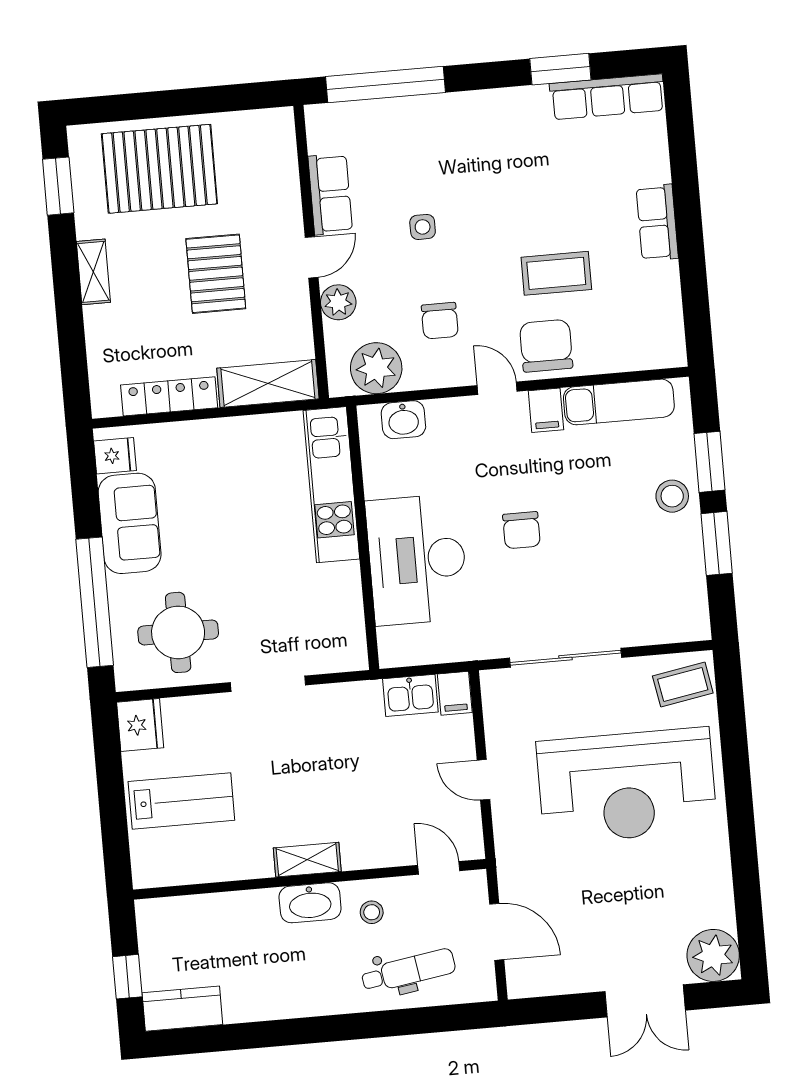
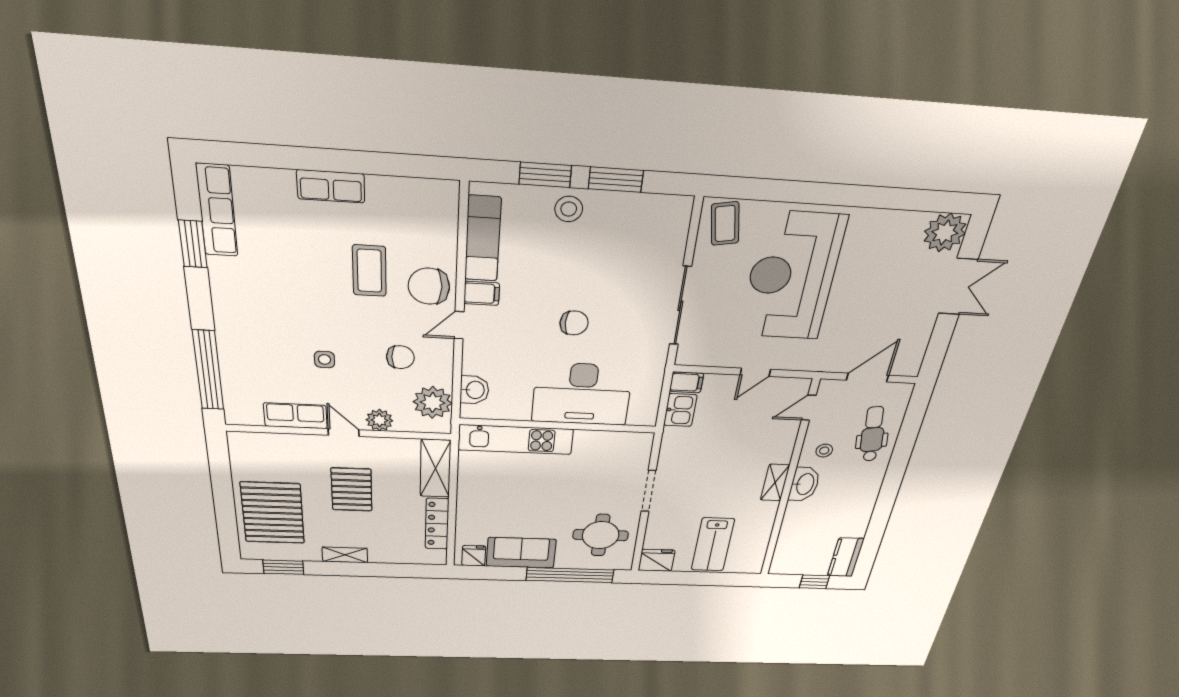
pallet: (216, 274) -> (352, 490), turned 90
reception desk: (627, 786) -> (792, 276), turned 180
lab bench: (181, 801) -> (713, 545), turned 180

